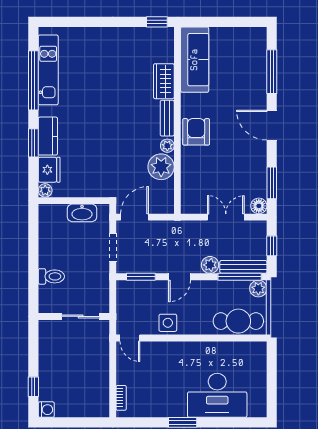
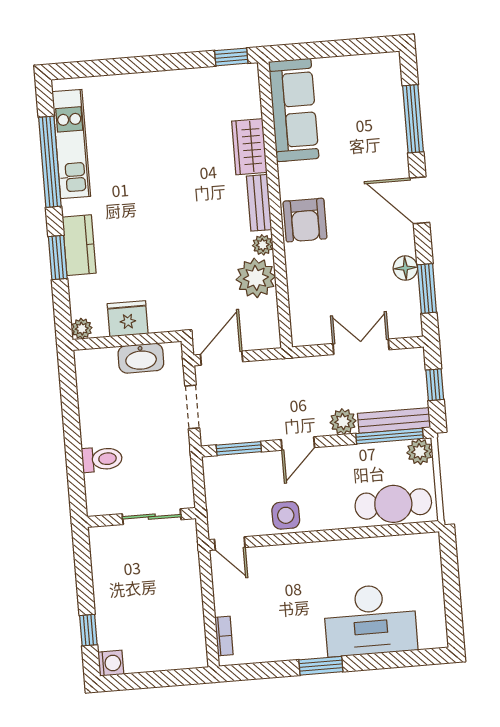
armchair: (196, 132) -> (305, 220), turned 180
fridge: (49, 170) -> (128, 319), moved, turned -90
floor lamp: (259, 206) -> (405, 268), moved

